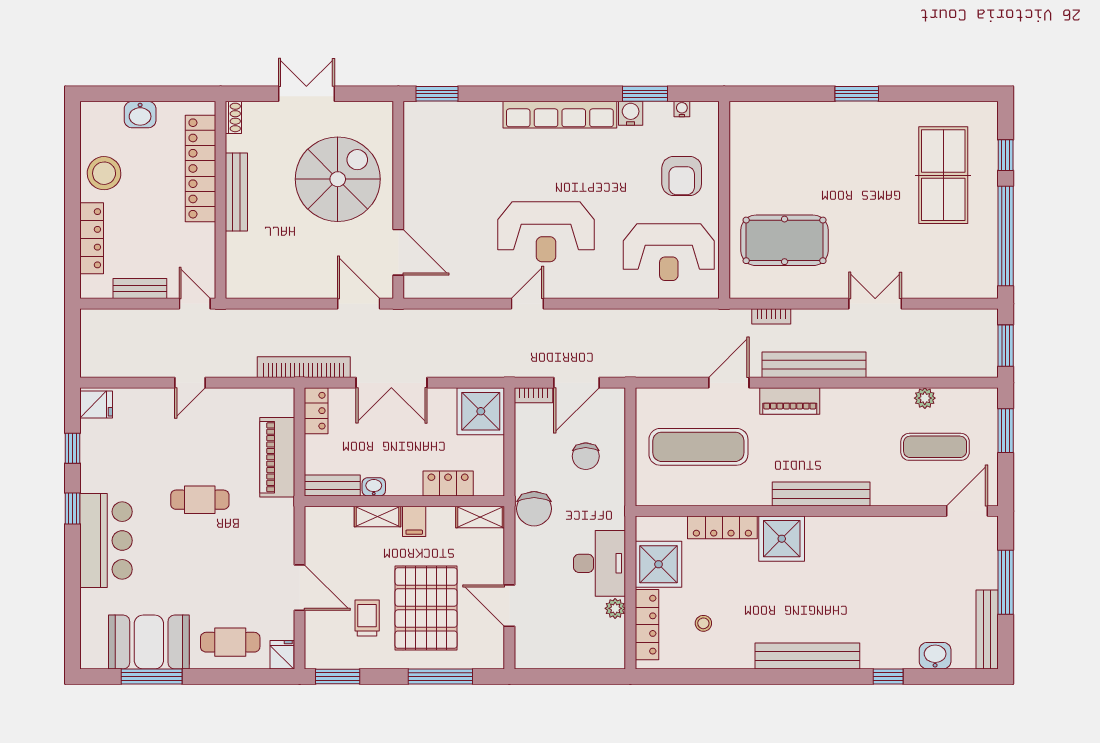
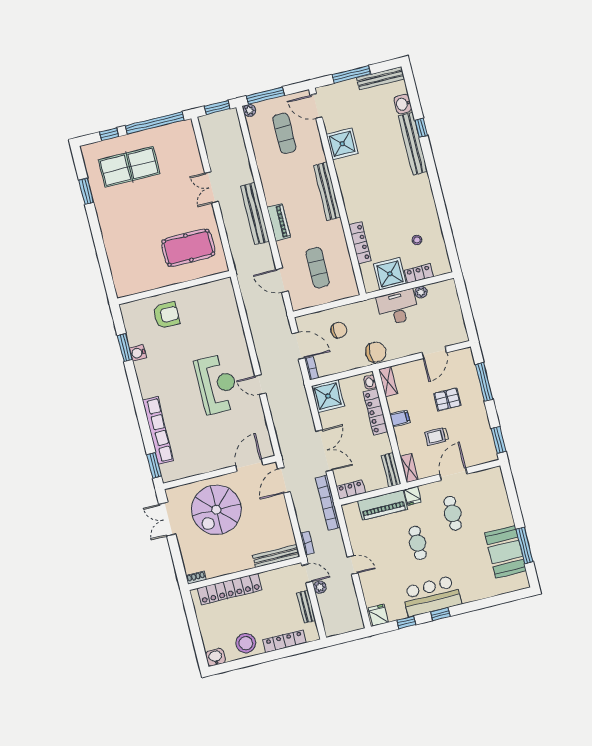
double door: (306, 94) -> (167, 519), moved
window: (857, 94) -> (86, 191), moved
water cooler: (682, 109) -> (128, 324), removed
washbasin: (140, 115) -> (215, 657), moved, turned -90
row of seats: (560, 115) -> (158, 431), moved
spiral stairs: (338, 179) -> (216, 510), turned -90
bench: (236, 192) -> (276, 556), moved
pool table: (785, 240) -> (188, 248), turned 90
reception desk: (669, 252) -> (211, 312), removed
door: (195, 304) -> (307, 573), swing flipped
bookcase: (771, 316) -> (307, 543), moved
plant: (167, 319) -> (320, 587), added
door: (729, 383) -> (282, 280), moved
plant: (925, 398) -> (249, 110), moved
window: (1006, 431) -> (265, 96), width x1.44
exercise mat: (698, 447) -> (318, 268), width x0.73, depth x0.69
locker: (448, 484) -> (375, 412), width x1.53
washbasin: (374, 487) -> (370, 382), moved
shelving: (377, 517) -> (409, 468), moved
shower: (782, 539) -> (342, 144), moved
bar counter: (106, 541) -> (432, 596), moved
pallet: (426, 608) -> (447, 399), width x0.49, depth x0.50
trolley: (367, 618) -> (436, 436), moved
locker: (647, 625) -> (419, 274), width x0.66
cafe table: (230, 642) -> (453, 513), moved
fridge: (282, 655) -> (413, 496), moved, turned -90
bench: (807, 656) -> (413, 144), moved

